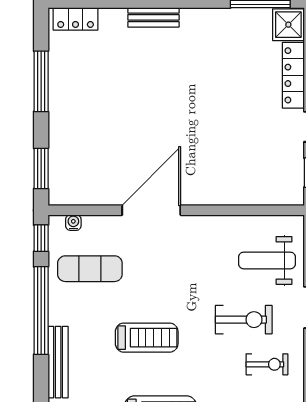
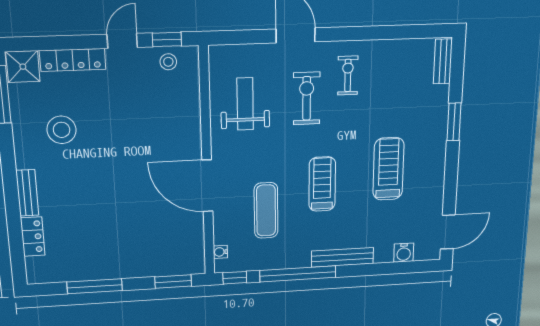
locker: (76, 19) -> (33, 237), moved
stool: (221, 58) -> (62, 130), added
stool: (288, 173) -> (168, 62), added
weight bench: (267, 260) -> (245, 104), moved, turned 180
exercise mat: (90, 269) -> (266, 210), moved

